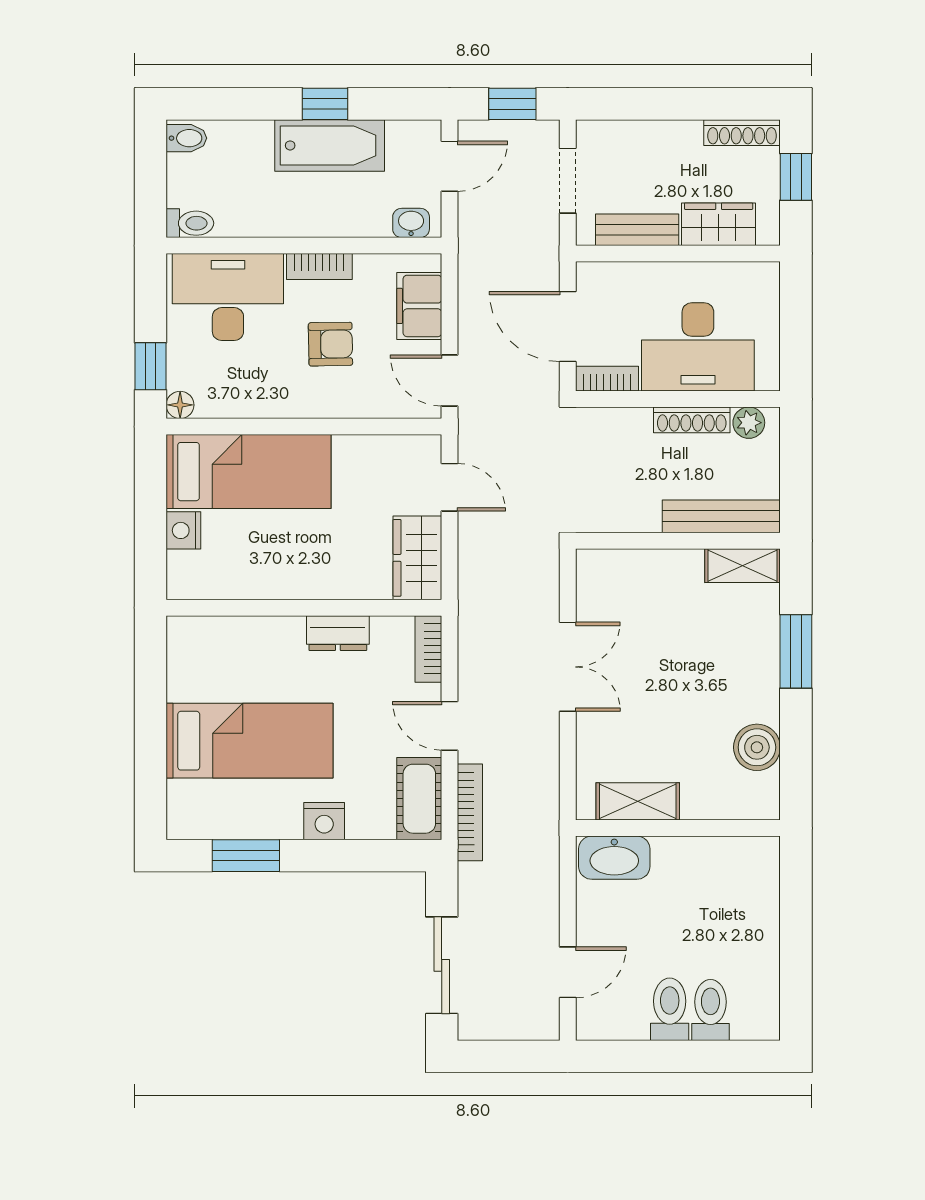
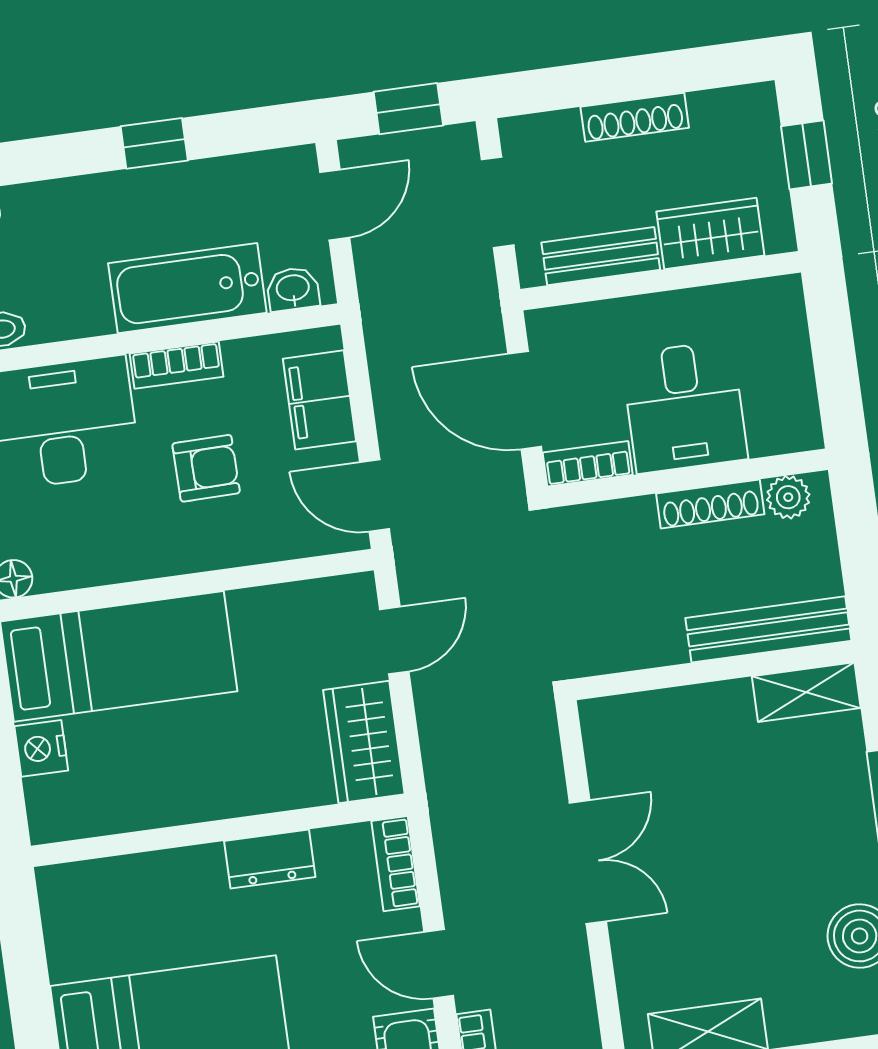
shoe rack: (742, 133) -> (635, 117), moved
bathtub: (330, 145) -> (187, 288), moved, turned 180
desk: (698, 347) -> (684, 407), width x0.73
door: (450, 487) -> (394, 640), hinge flipped

